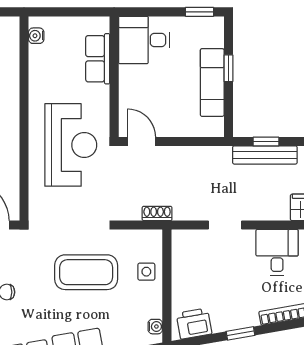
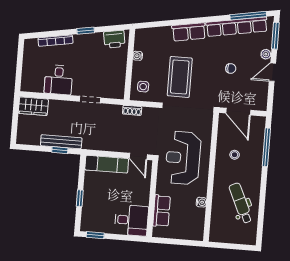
water cooler: (36, 36) -> (201, 202), moved
exam couch: (212, 83) -> (107, 164), moved, turned 90
coffee table: (86, 272) -> (180, 77), turned 90
side table: (146, 272) -> (143, 87), moved
water cooler: (155, 327) -> (138, 56), moved

